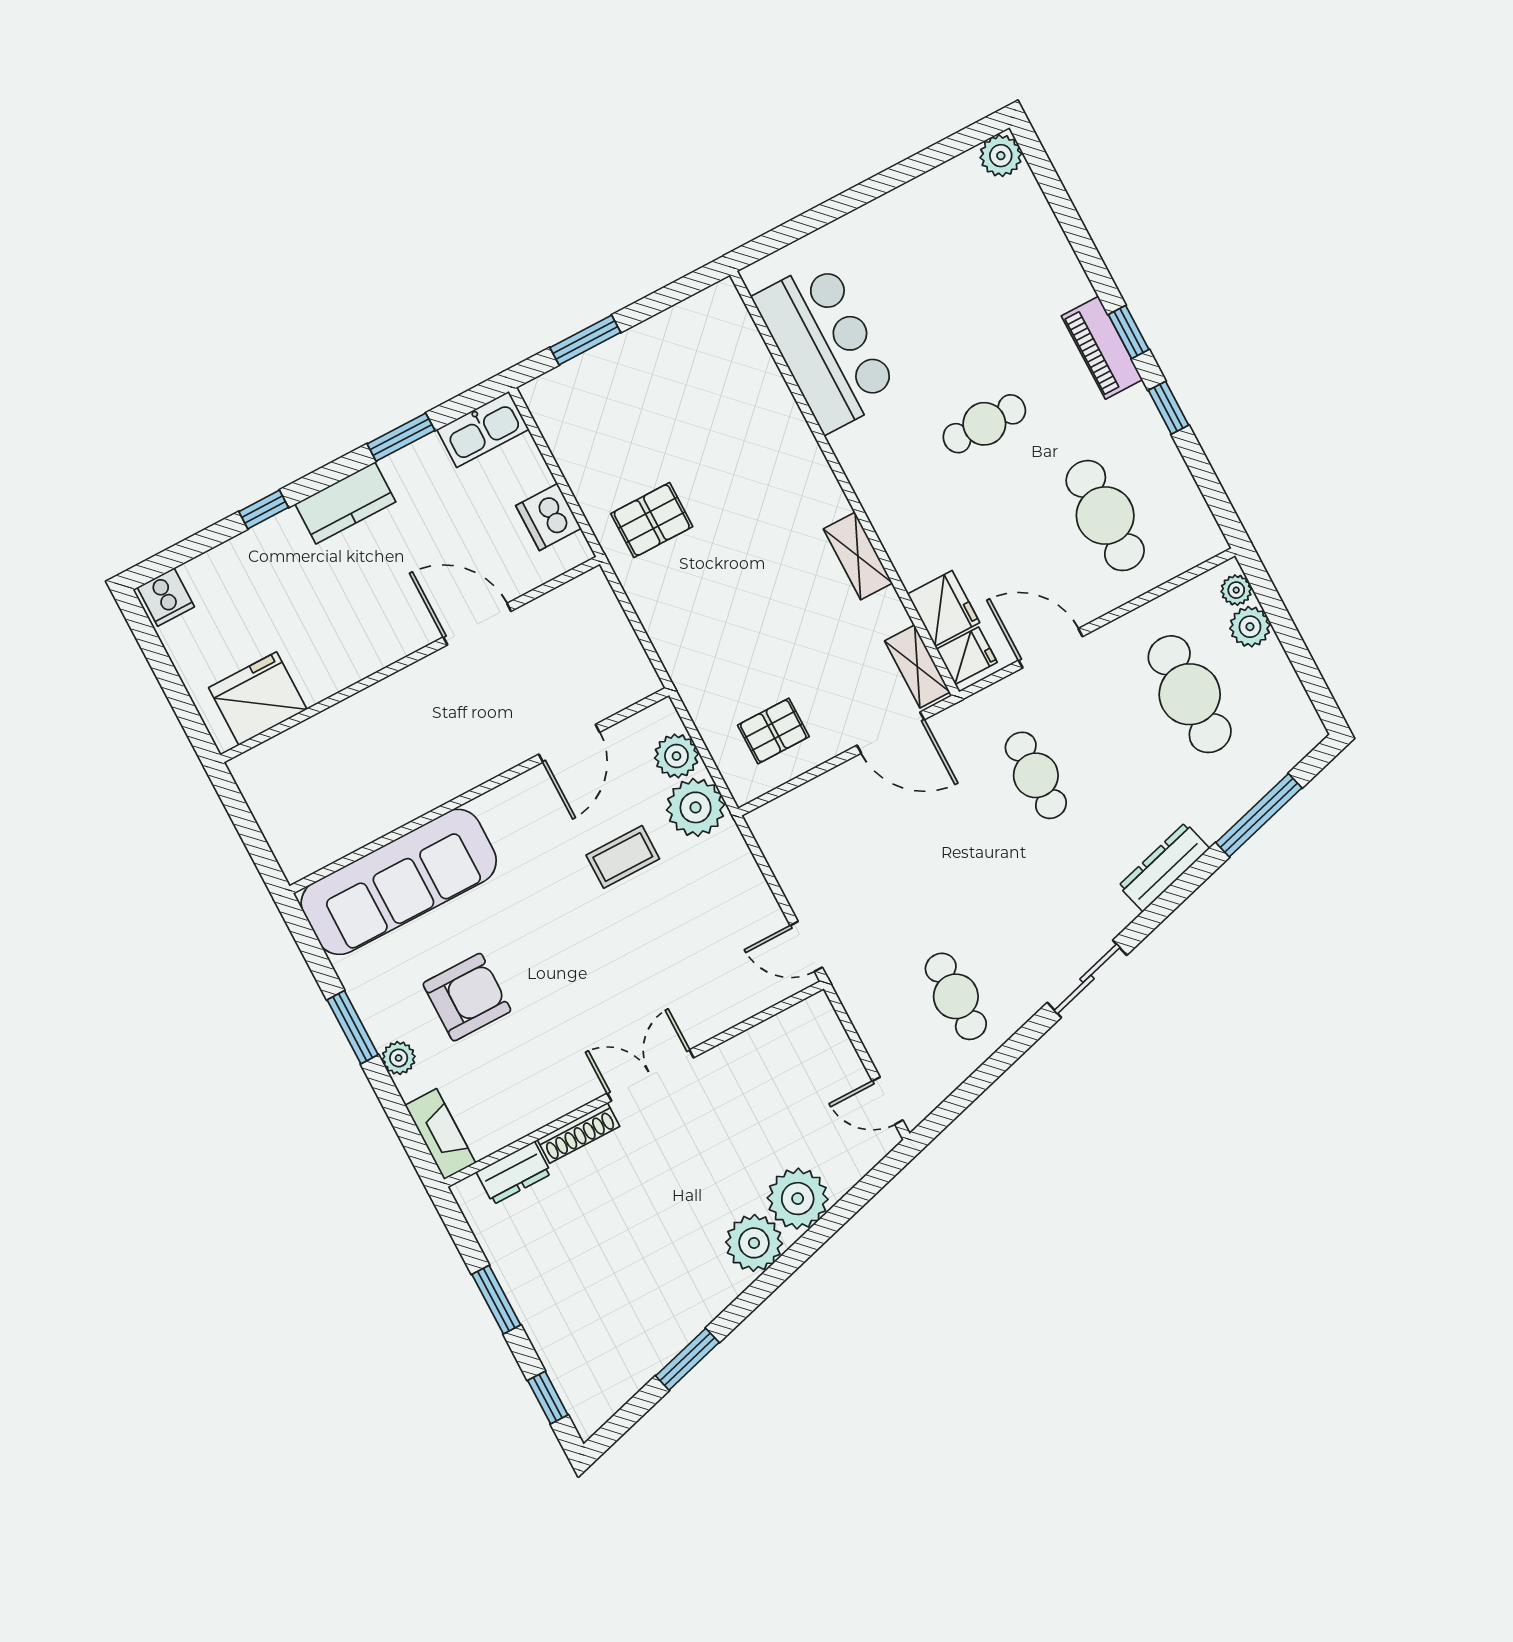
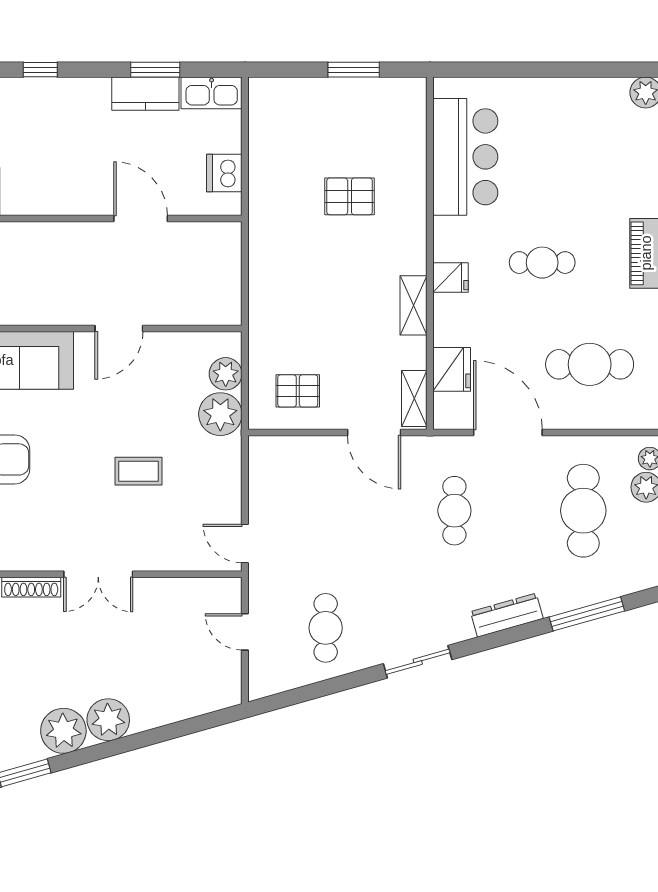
window: (585, 340) -> (354, 70), moved
kitchen counter: (345, 503) -> (145, 94), moved
cafe table: (1105, 516) -> (590, 364), turned 90
pallet: (652, 520) -> (350, 196), moved
door: (1050, 648) -> (508, 433), width x1.36
fridge: (967, 656) -> (451, 277), moved
door: (569, 743) -> (119, 328), moved
coffee table: (623, 857) -> (139, 471), moved
double door: (650, 1075) -> (98, 574), swing flipped
door: (888, 1101) -> (245, 632), moved
plant: (798, 1199) -> (63, 731), moved

